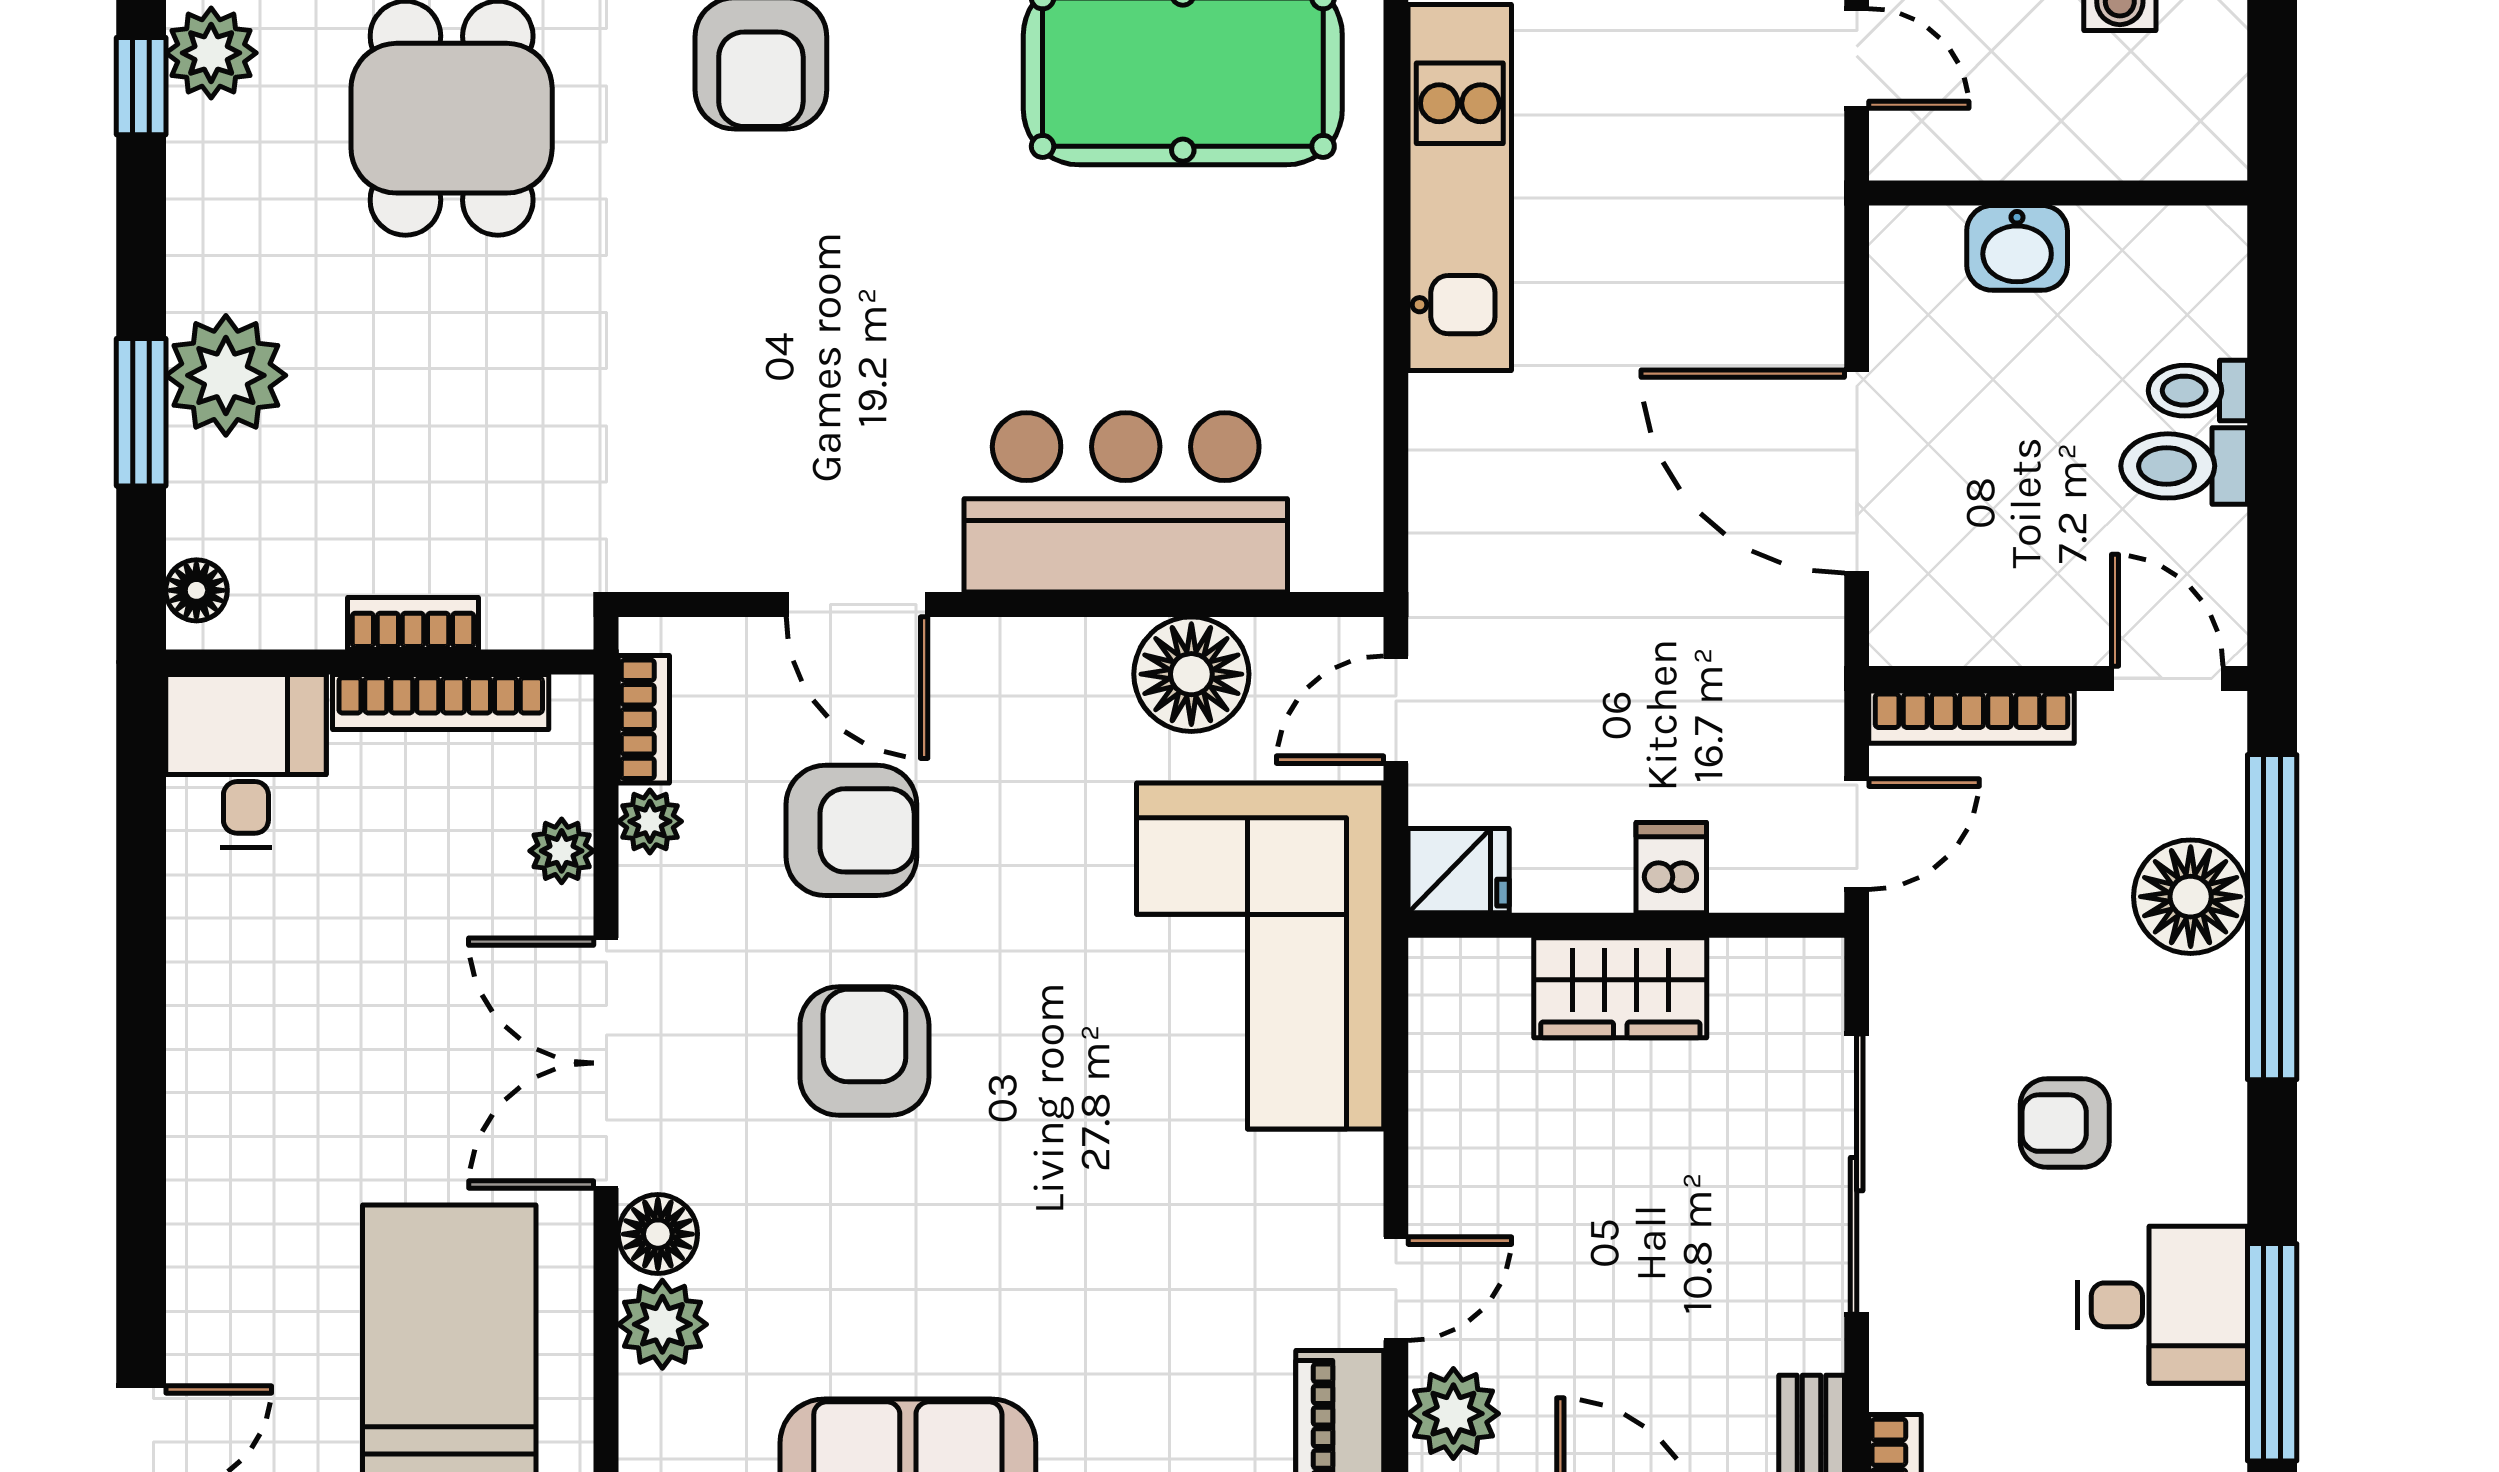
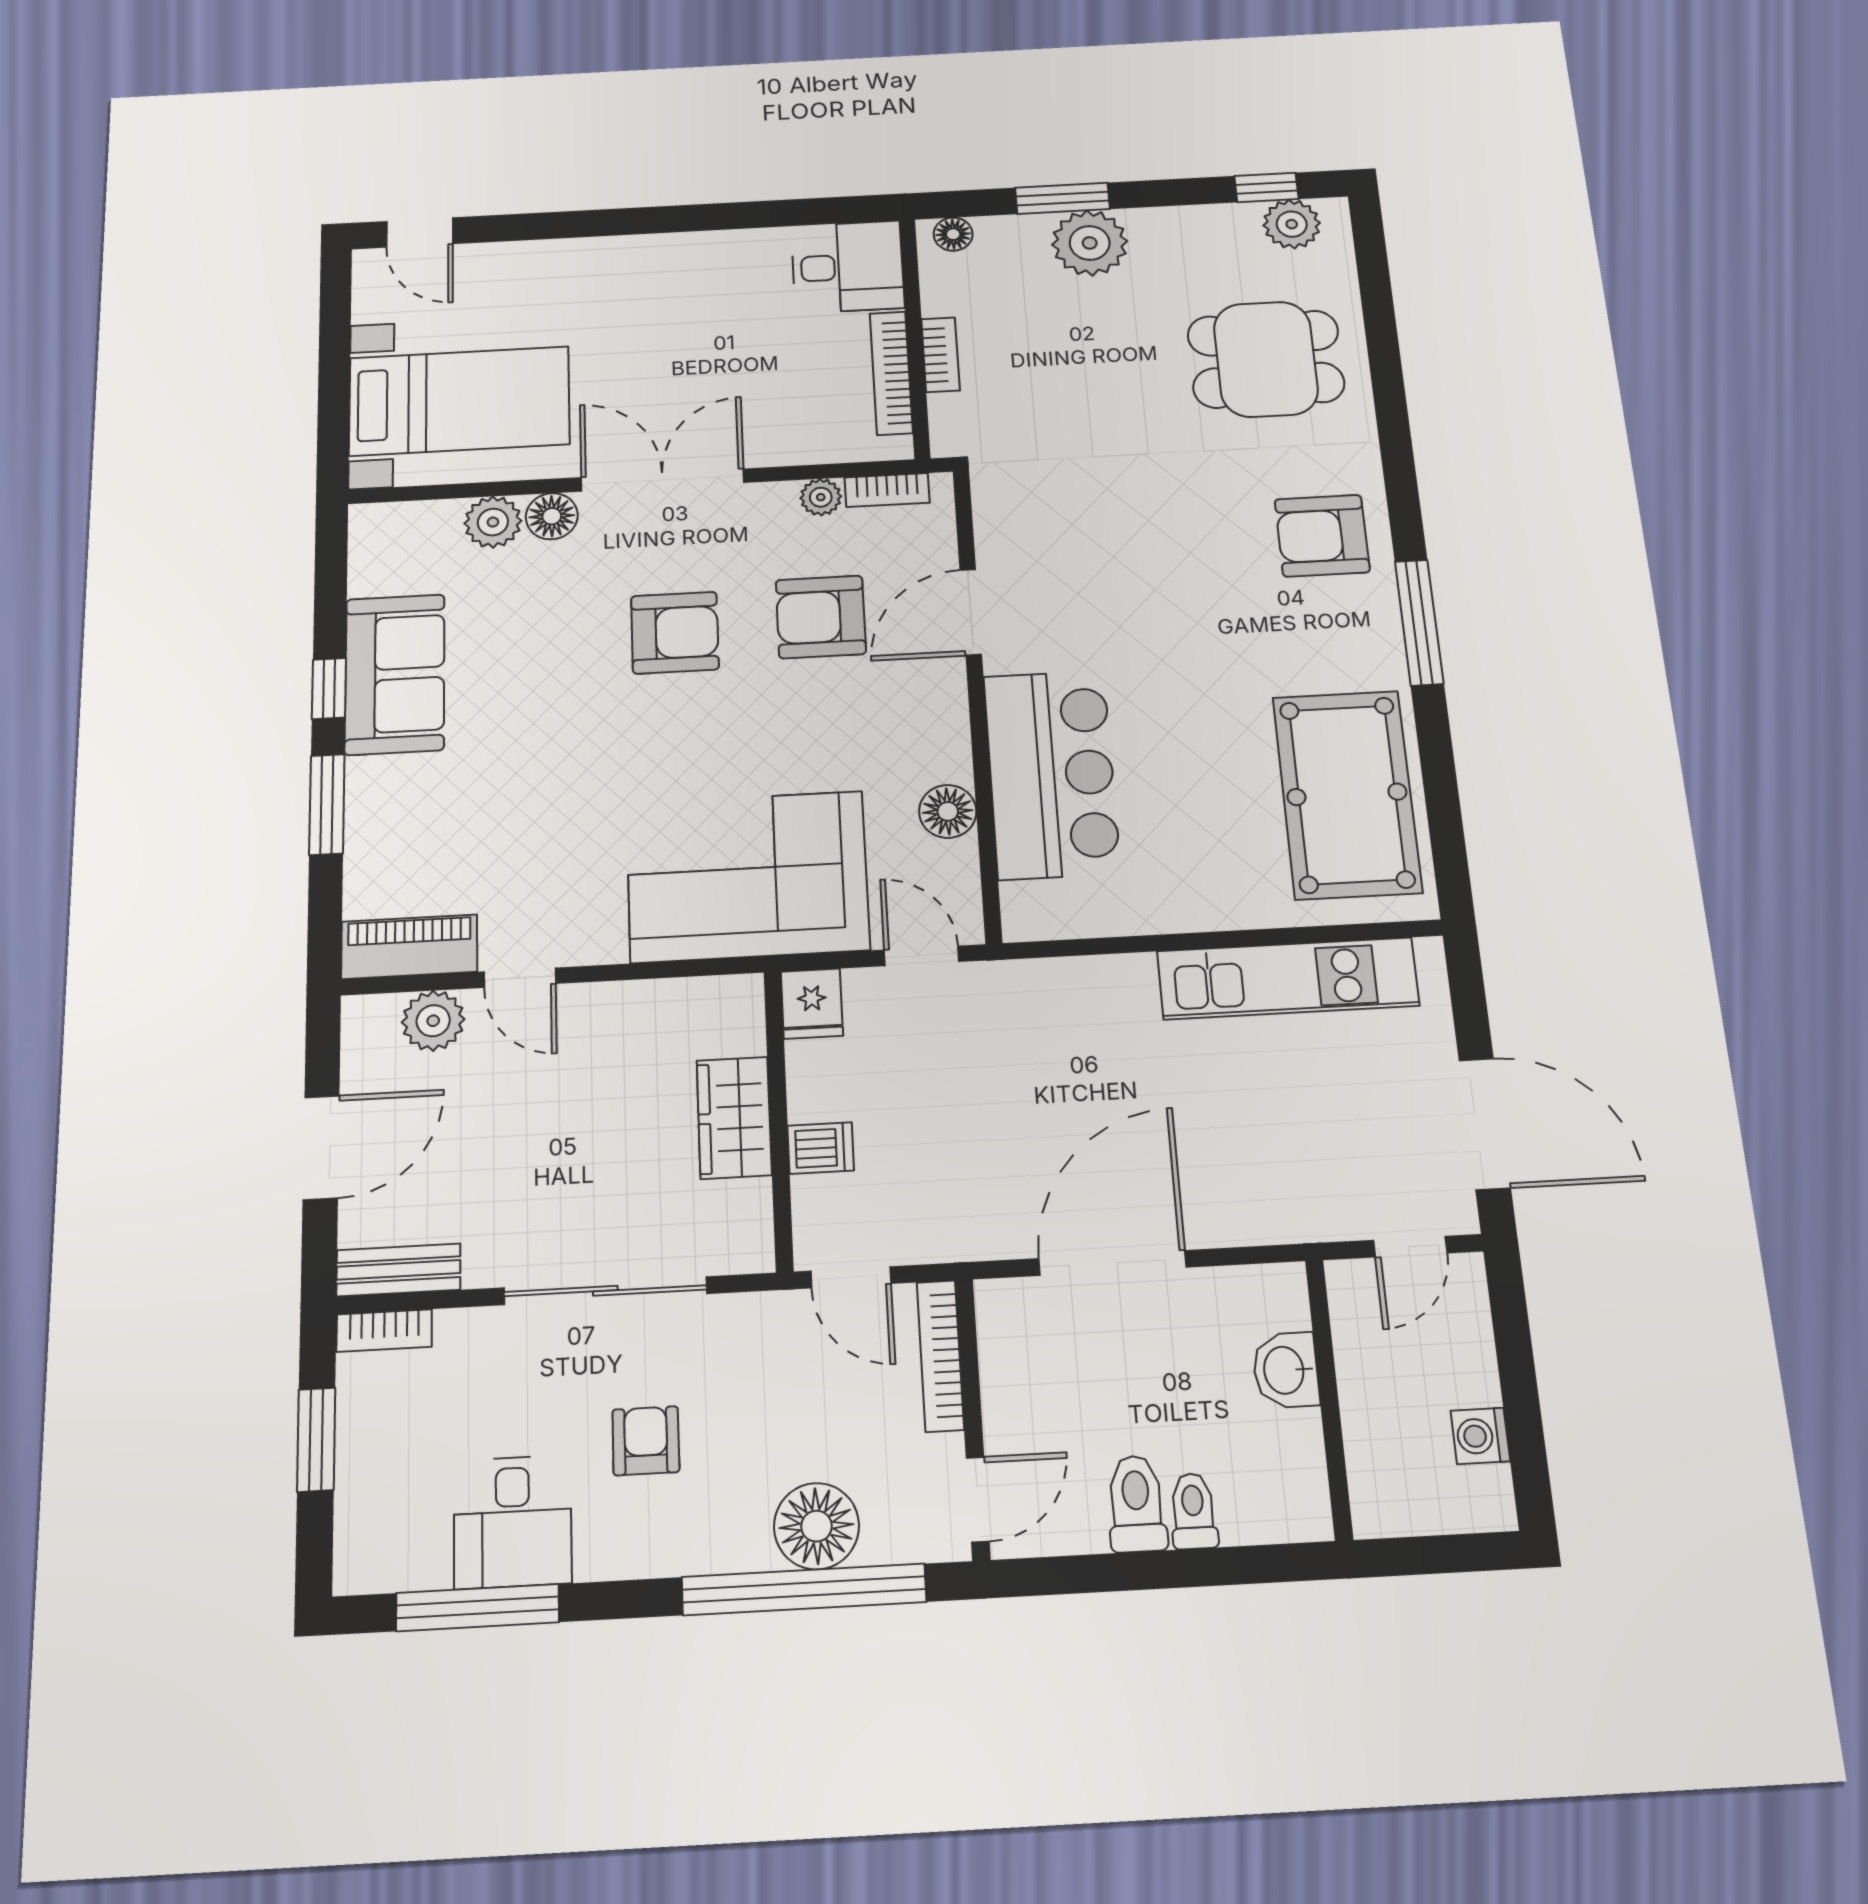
floor lamp: (1191, 674) -> (948, 811), width x0.73, depth x0.73
armchair: (851, 830) -> (821, 617), turned 90
plant: (562, 851) -> (799, 447), removed

